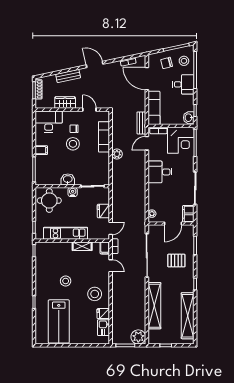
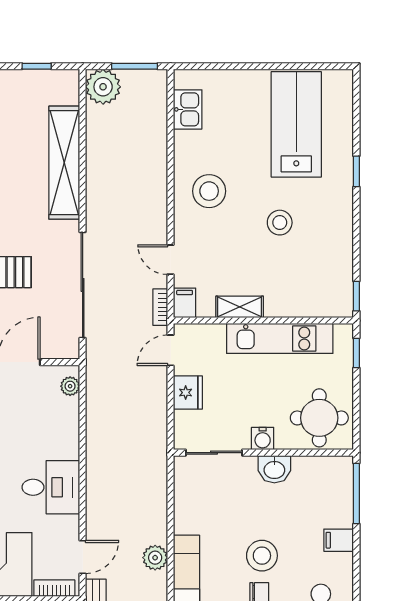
plant: (117, 154) -> (155, 558), moved
fridge: (103, 314) -> (188, 143), removed

